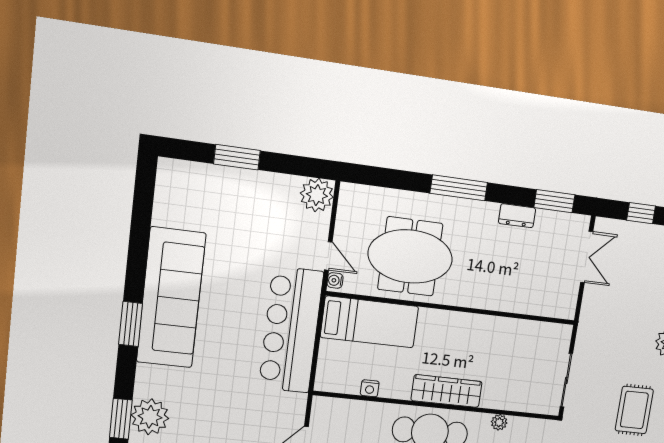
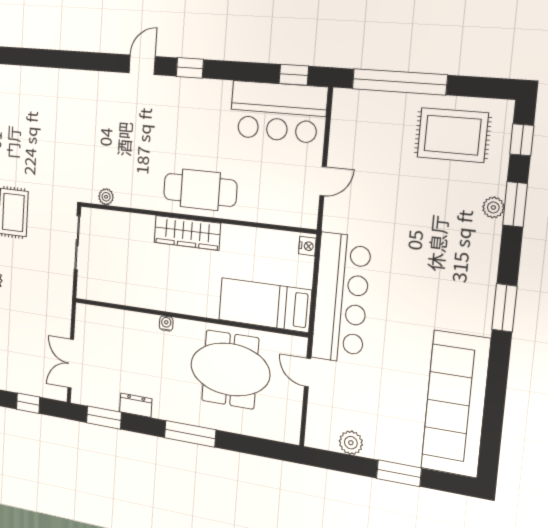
plant: (317, 195) -> (351, 443), moved, width x0.73, depth x0.73
water cooler: (335, 280) -> (166, 323), moved, turned -90
sofa: (171, 298) -> (455, 404), moved
nightstand: (370, 388) -> (307, 246), moved, turned 90
plant: (150, 417) -> (493, 207), width x0.53, depth x0.53
plant: (499, 422) -> (106, 197), moved

